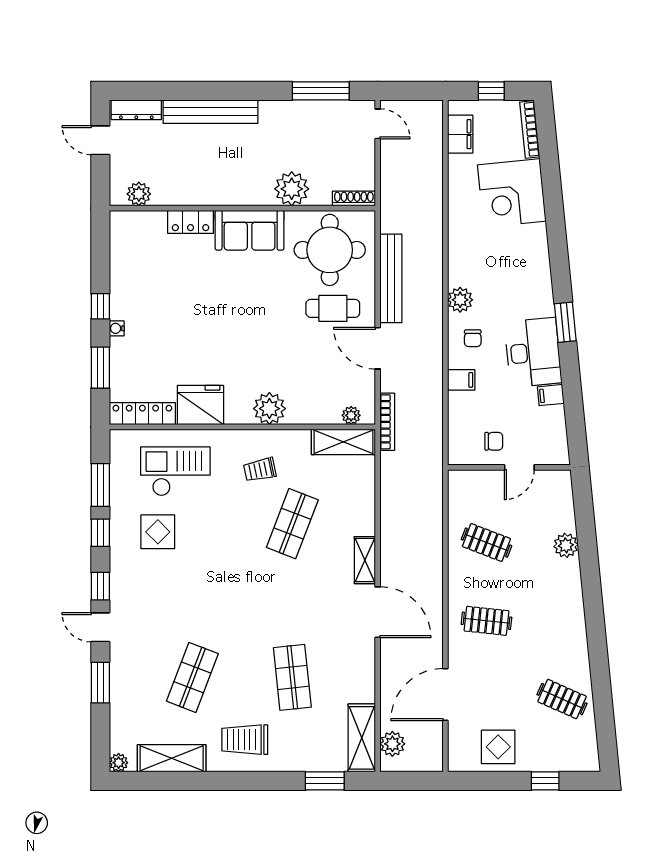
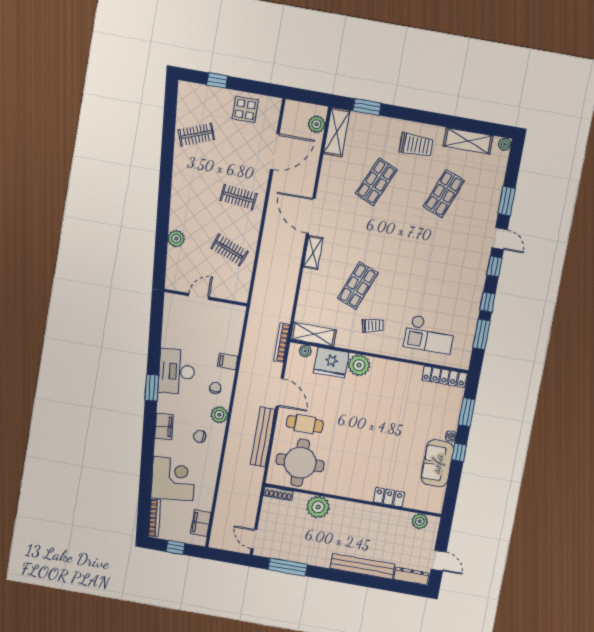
sofa: (250, 230) -> (437, 463), moved, turned -90
filing cabinet: (551, 395) -> (164, 426), moved, width x2.00
fridge: (200, 405) -> (331, 363), moved
chair: (494, 441) -> (200, 437), moved
display table: (158, 532) -> (449, 296), removed
shop shelf: (292, 677) -> (376, 182), turned 30
clothes rail: (562, 699) -> (196, 135), turned -45

